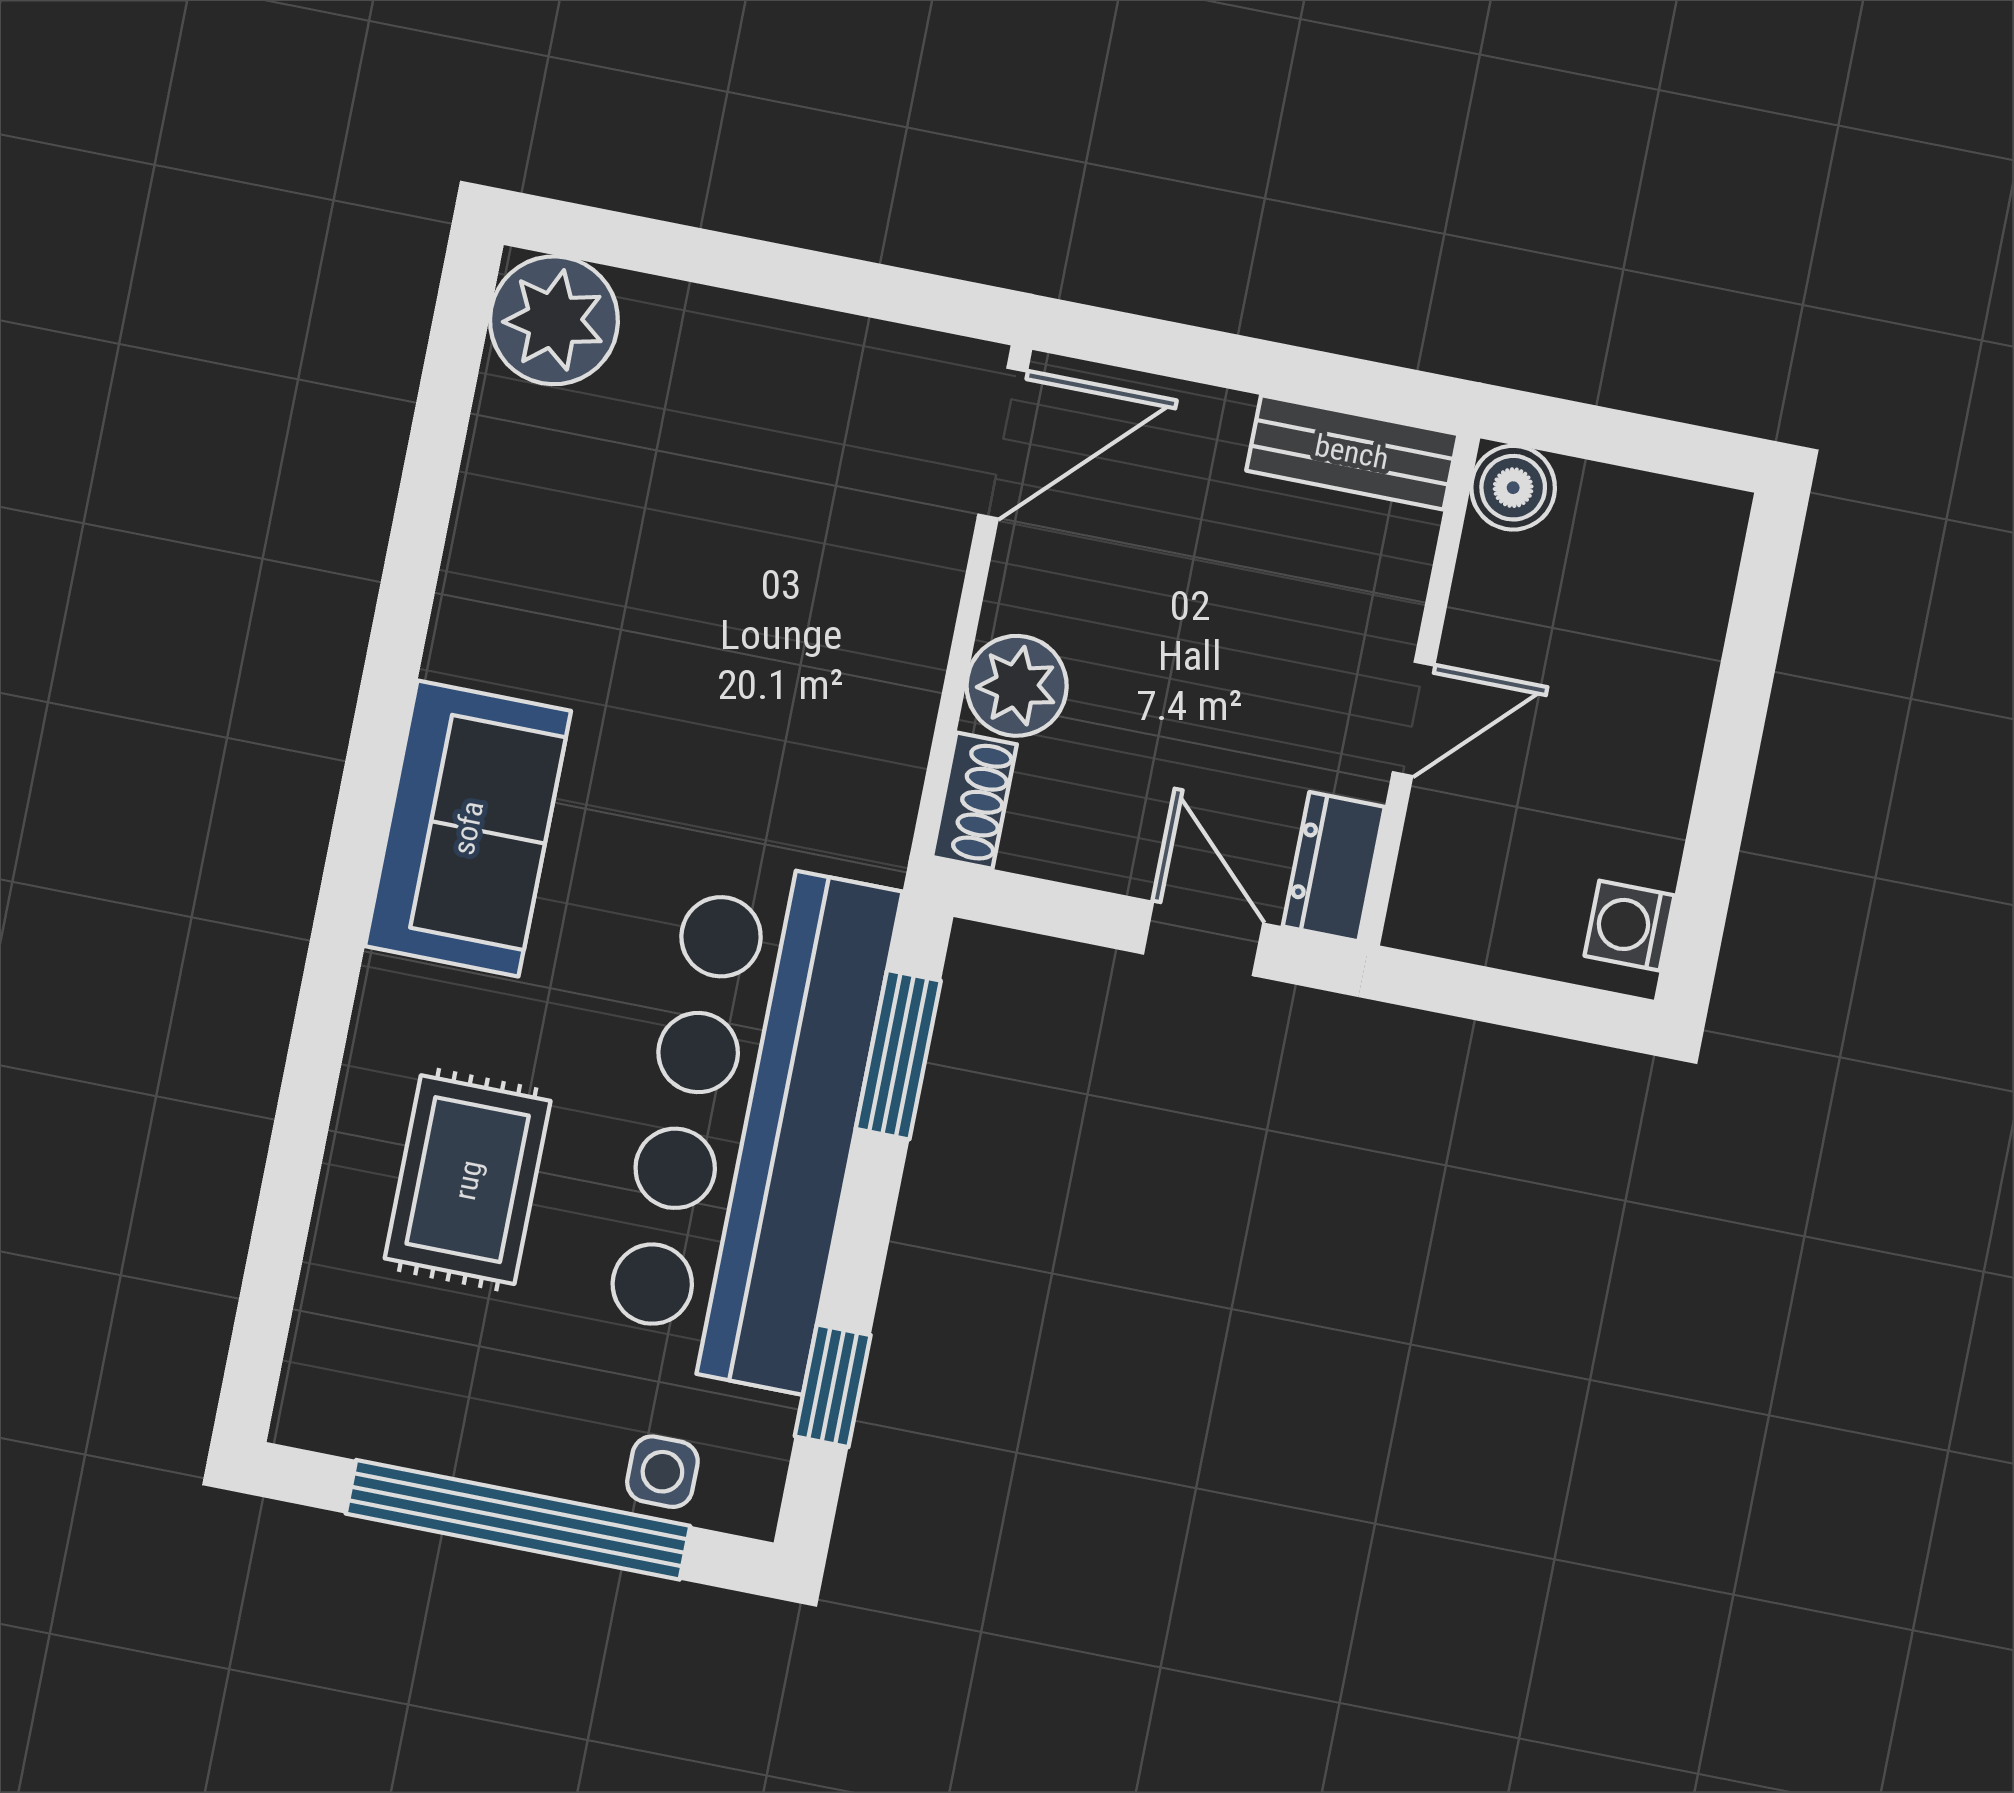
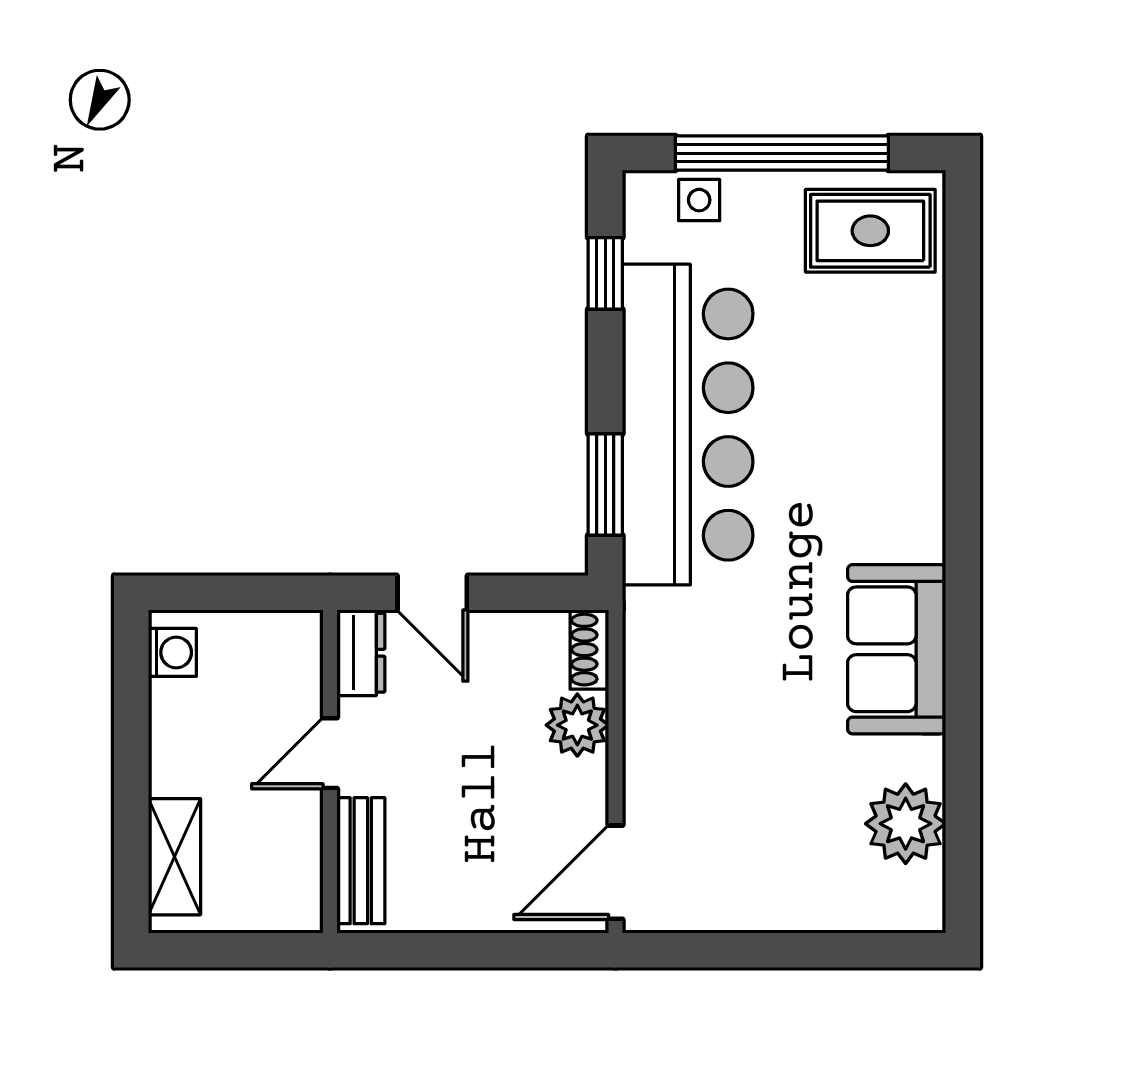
plant: (554, 320) -> (906, 824), moved
bench: (1352, 452) -> (361, 861), moved, turned 90
boiler: (1513, 488) -> (297, 907), removed
shelving: (1690, 605) -> (174, 857), added
sofa: (468, 828) -> (897, 649), moved
rug: (468, 1180) -> (870, 231), moved, turned 90

